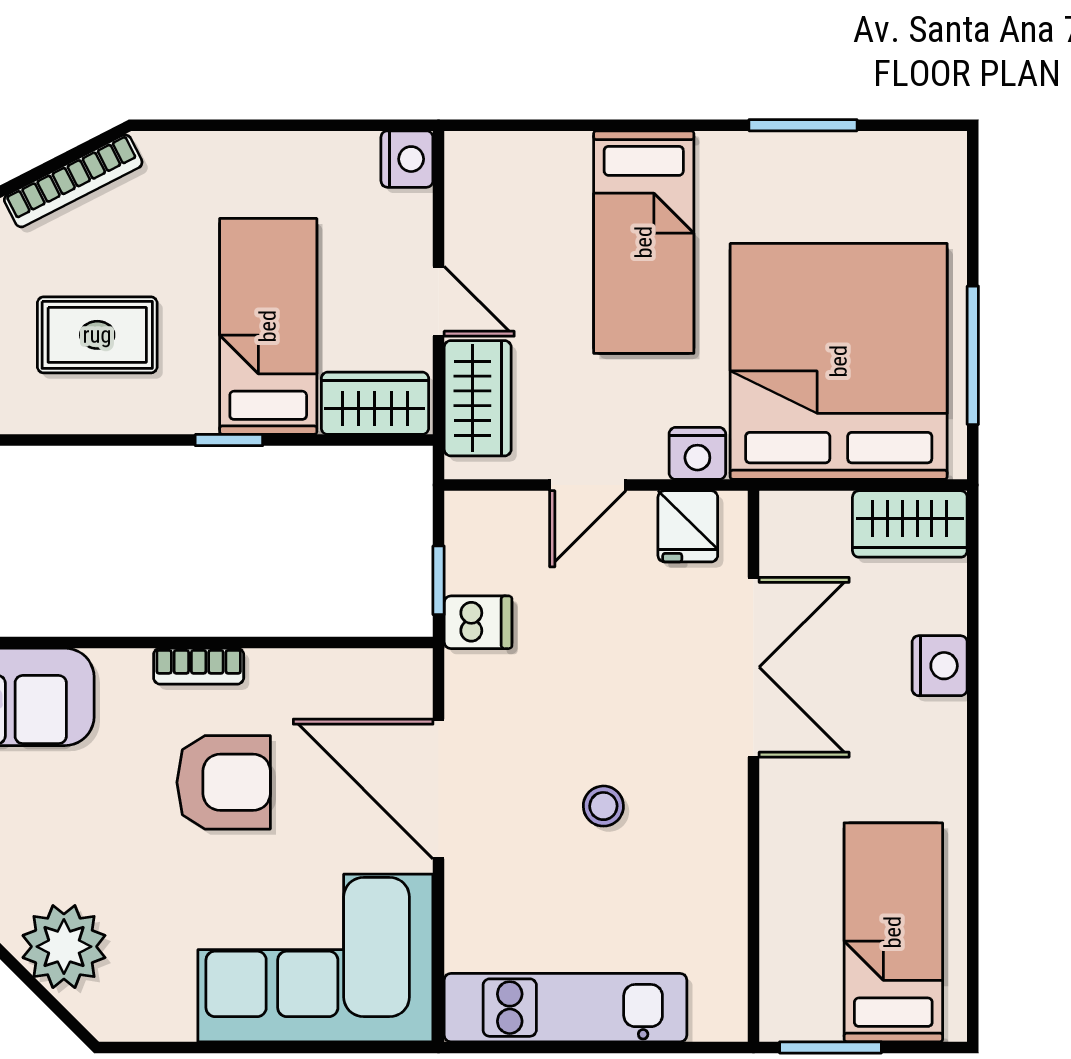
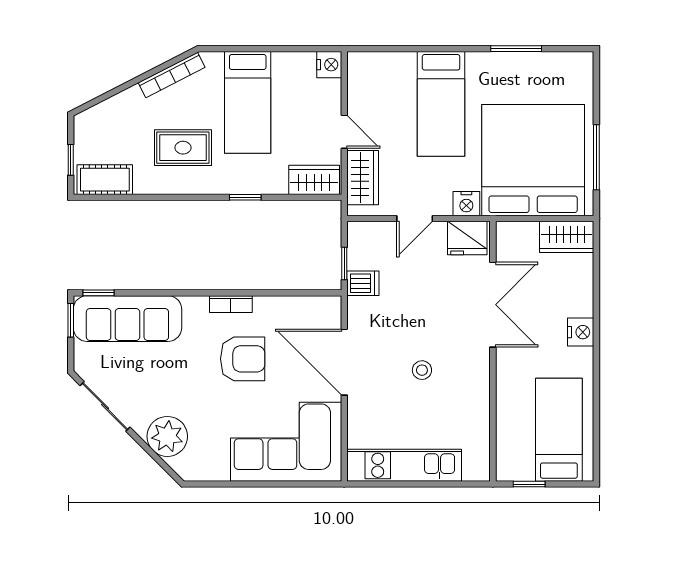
bed: (268, 326) -> (248, 102), moved, turned 180
fridge: (688, 526) -> (467, 238), width x1.38
nightstand: (940, 666) -> (581, 332), moved
window: (830, 1047) -> (529, 484), width x0.67

